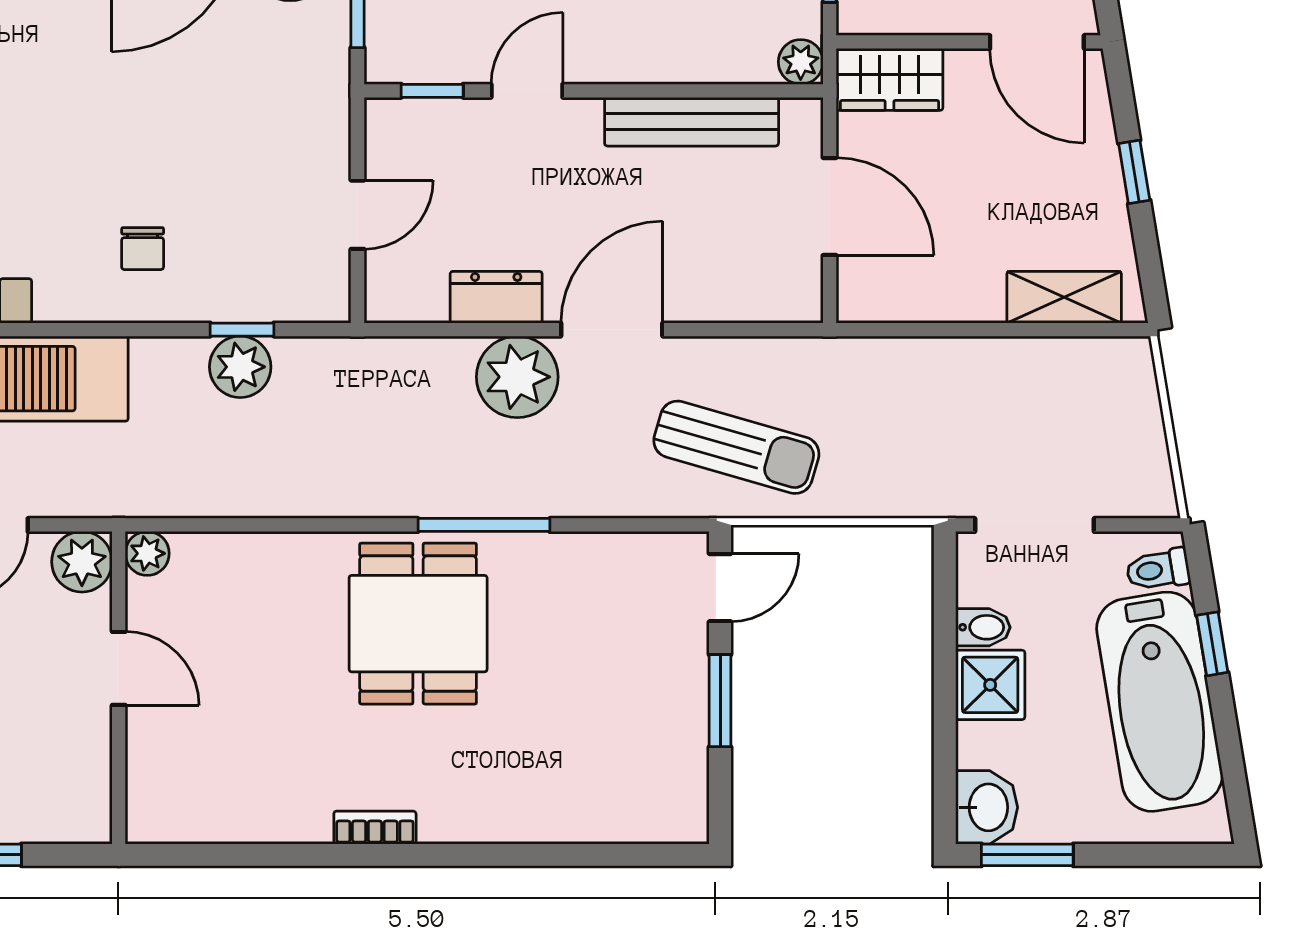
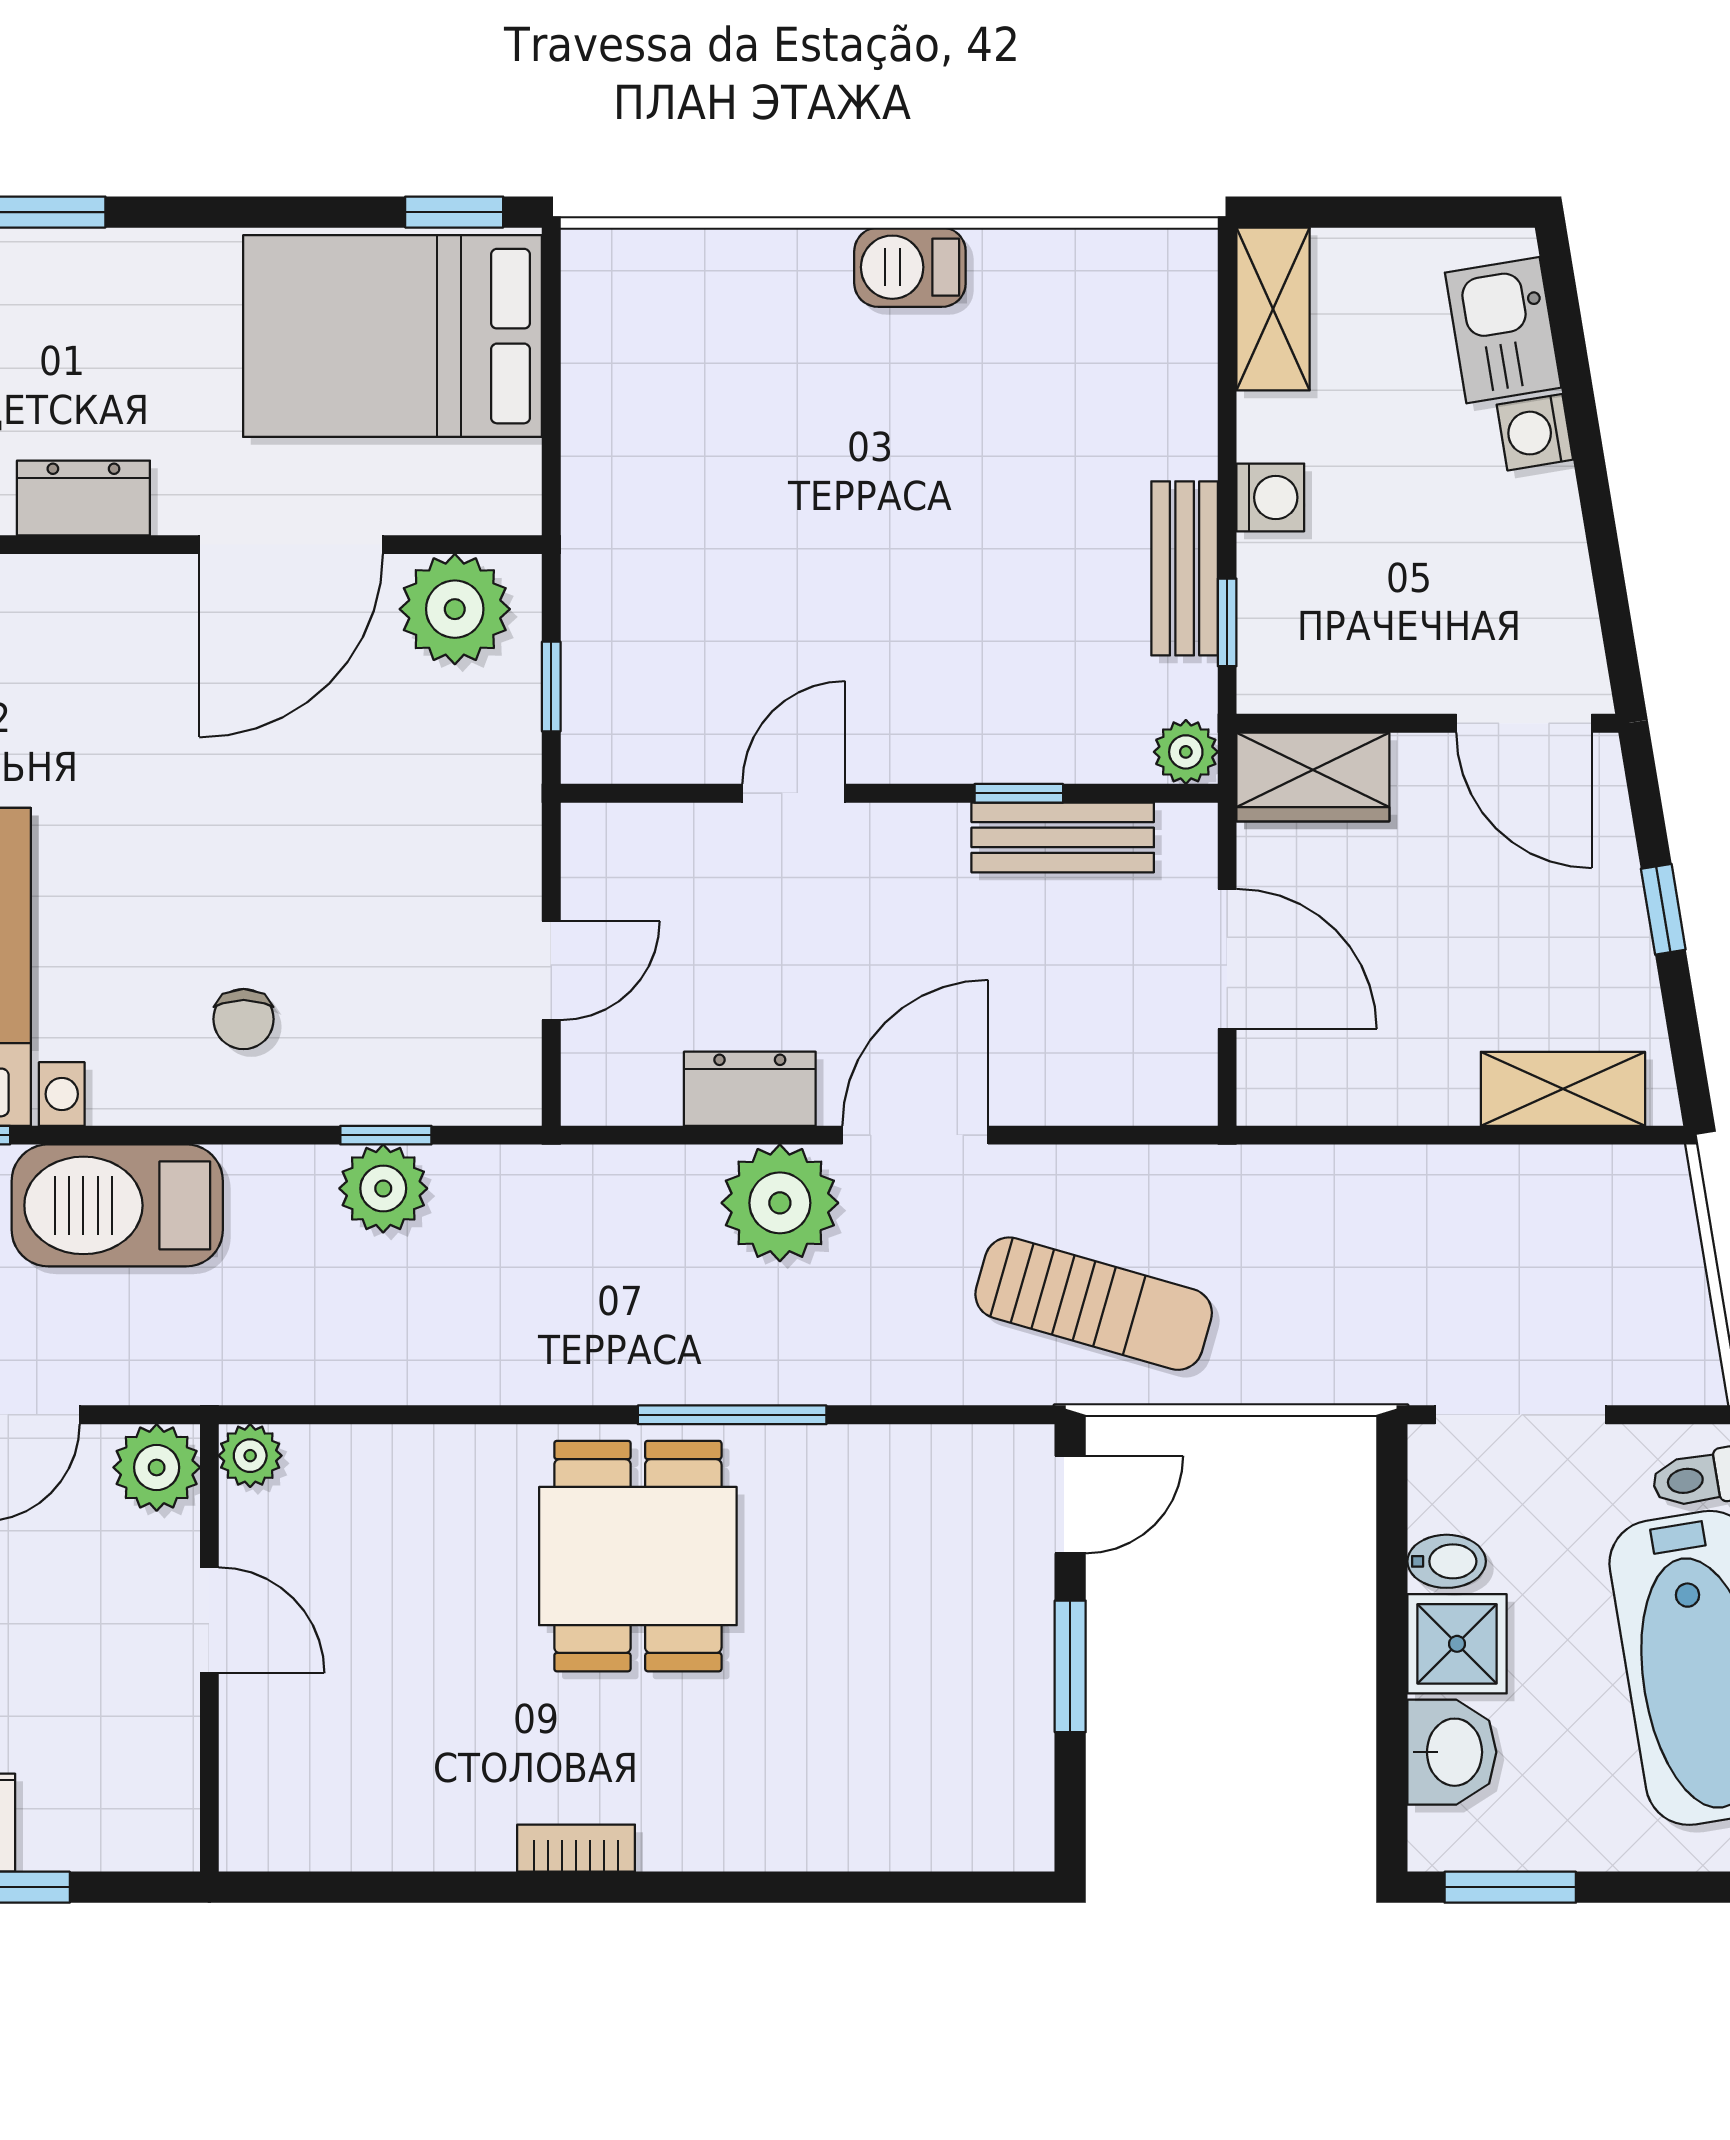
window: (432, 91) -> (1019, 793), moved
bench: (692, 122) -> (1063, 837), width x0.73
washbasin: (987, 807) -> (1452, 1752), moved

